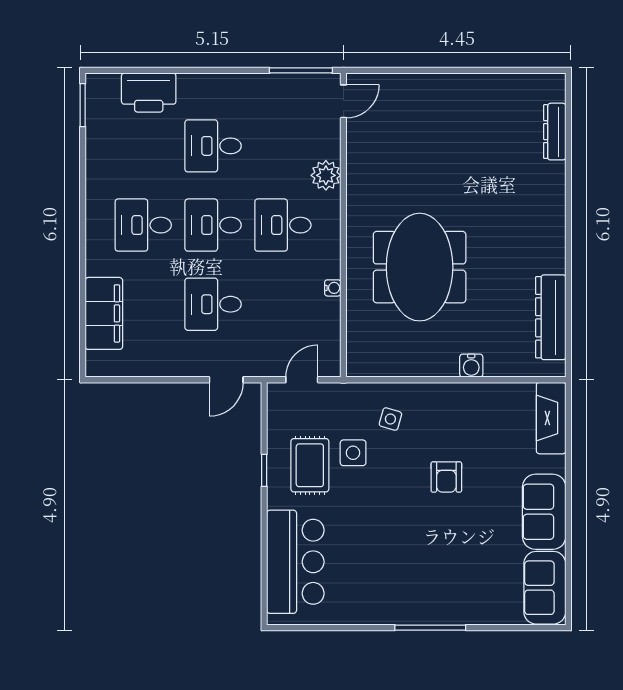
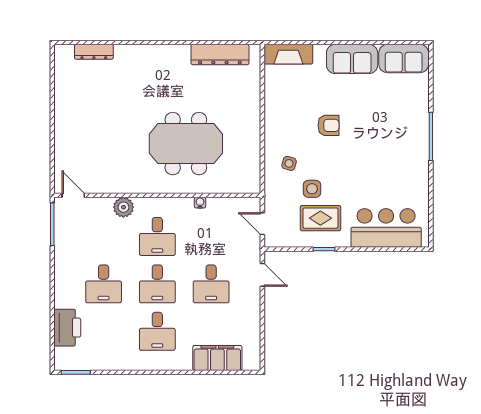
water cooler: (471, 366) -> (253, 108), removed

